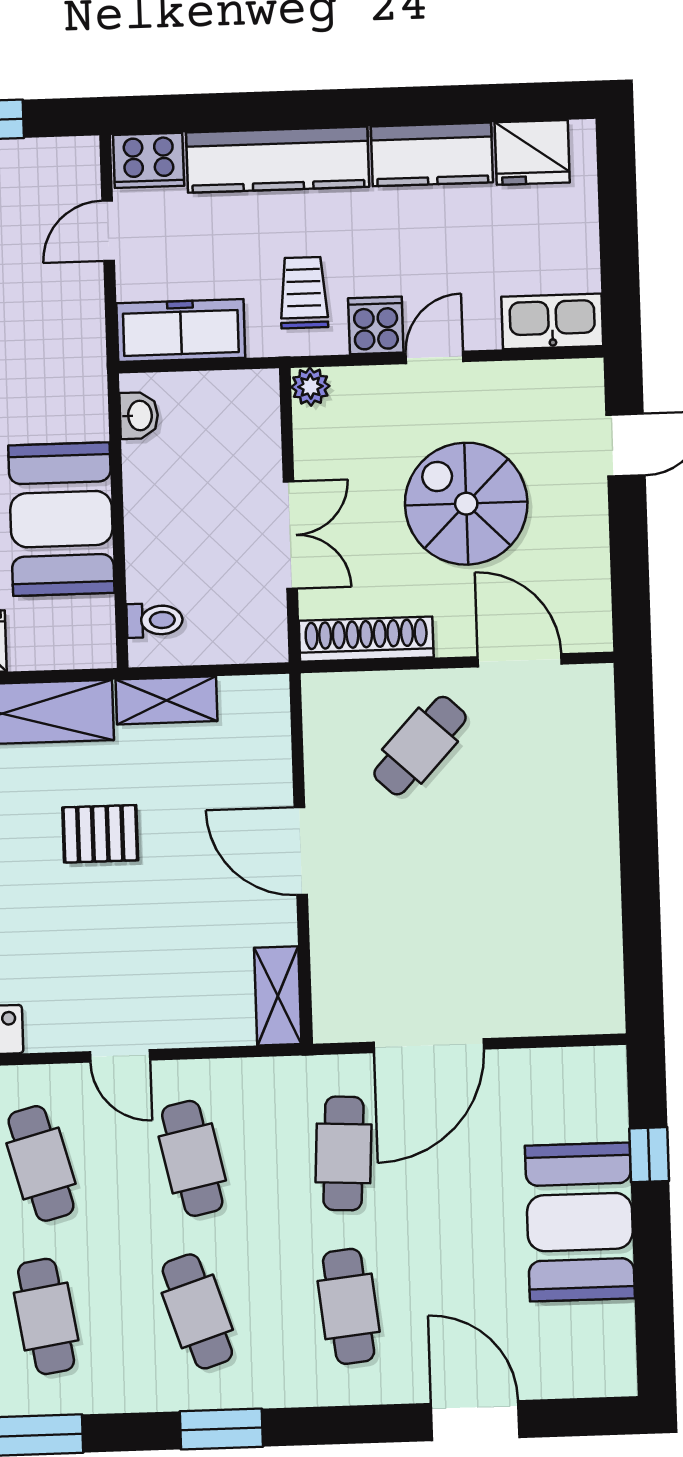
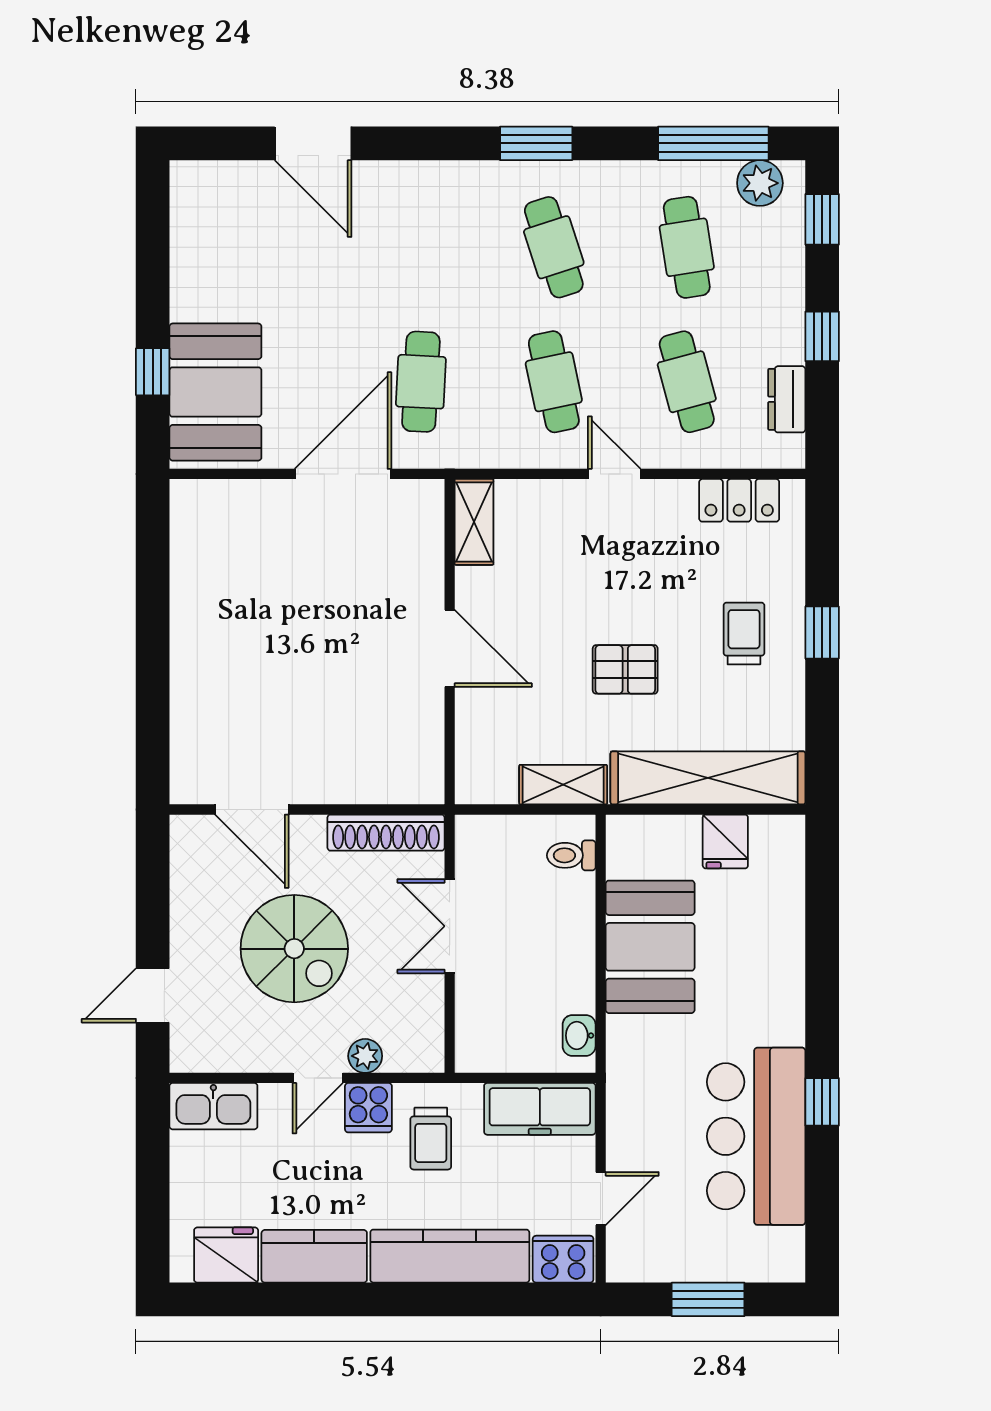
plant: (310, 387) -> (365, 1056), moved
cafe table: (420, 746) -> (342, 738), removed
booth: (580, 1222) -> (215, 392), moved
cafe table: (349, 1306) -> (421, 247), removed

